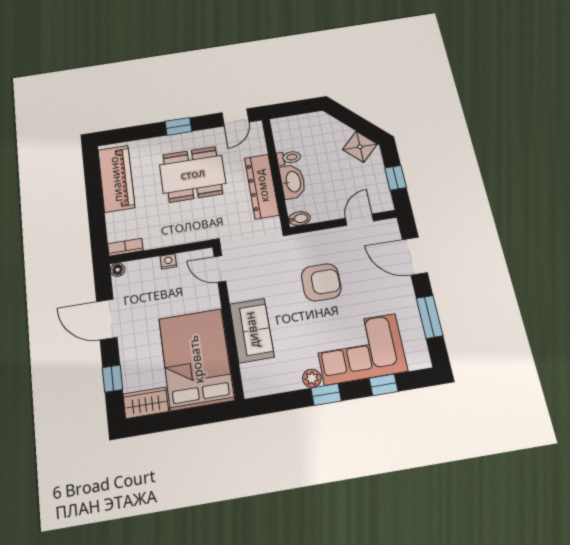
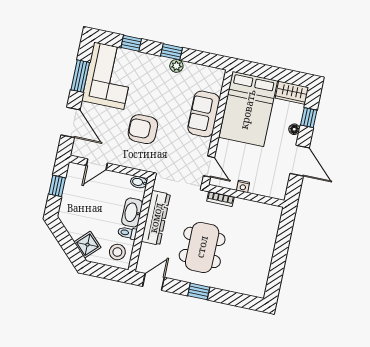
stool: (291, 133) -> (117, 252), added
shower: (360, 147) -> (87, 245), moved
dining table: (193, 174) -> (202, 247), turned 90
piano: (116, 179) -> (259, 266), removed
bookcase: (125, 247) -> (220, 199), moved
floor lamp: (118, 270) -> (294, 129), moved
corner sofa: (360, 349) -> (109, 76), moved, turned -90

